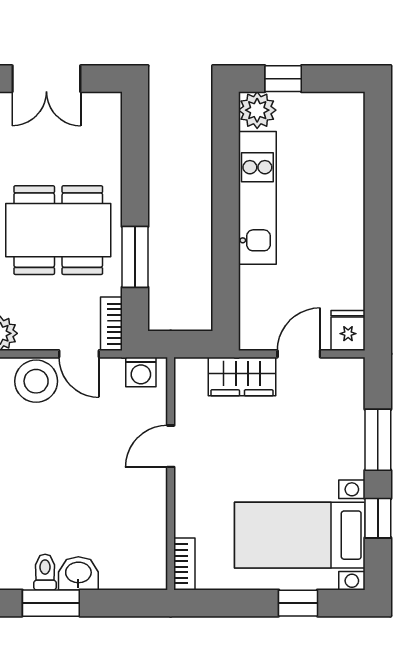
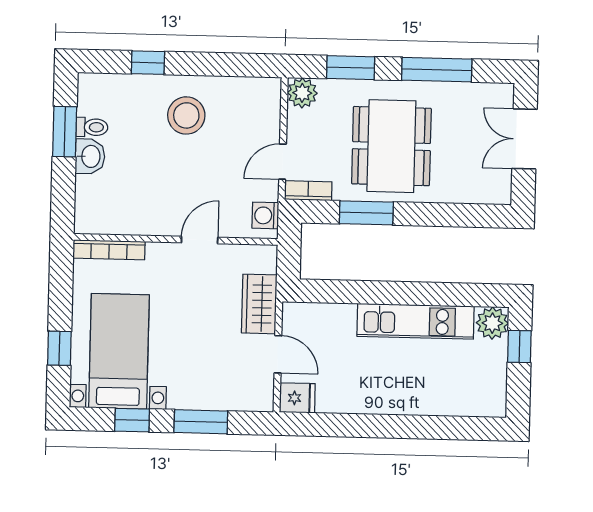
stool: (36, 381) -> (186, 115), moved
door: (171, 446) -> (200, 240), hinge flipped
bookcase: (184, 564) -> (109, 250), width x1.56

